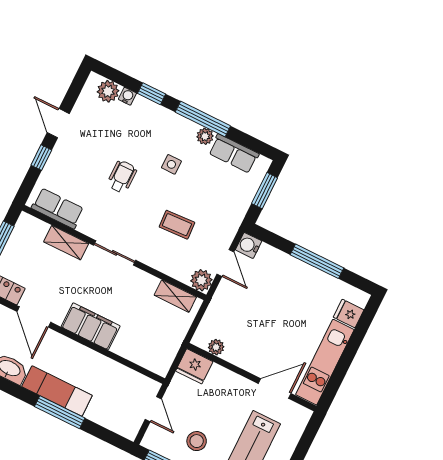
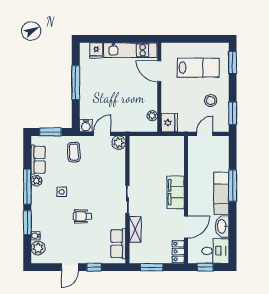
window: (152, 94) -> (27, 223), width x1.50
coffee table: (177, 225) -> (74, 152), moved
shelving: (175, 296) -> (135, 153), removed

